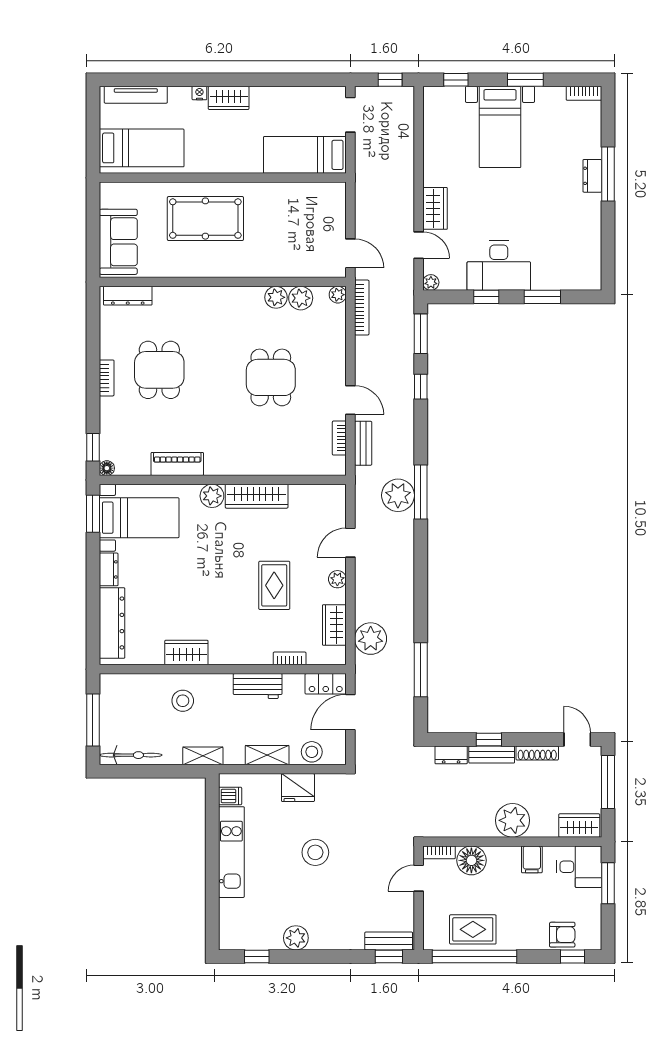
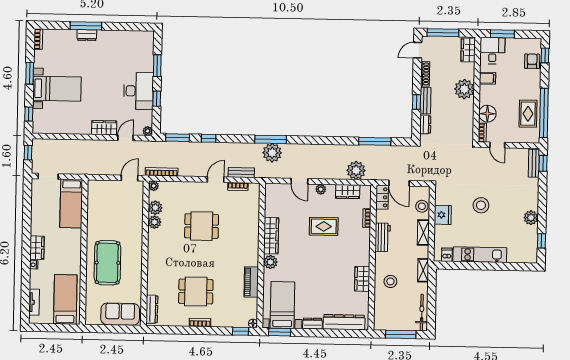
tv unit: (136, 95) -> (34, 302), width x0.71

